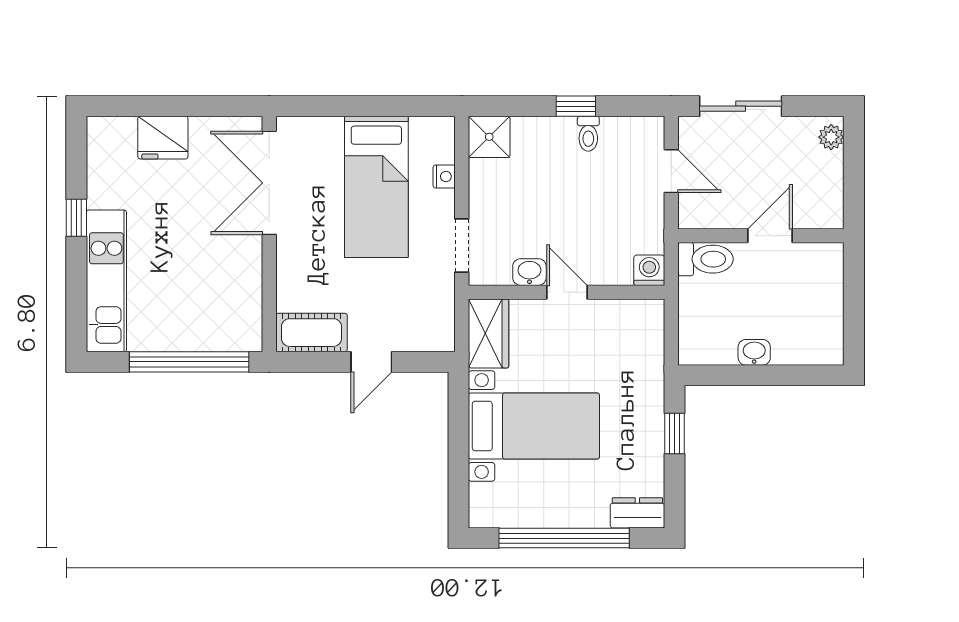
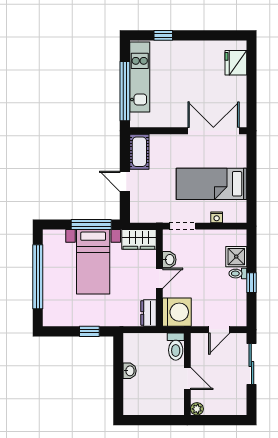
toilet: (588, 134) -> (238, 274), moved
shower: (489, 137) -> (236, 257), moved
plant: (831, 137) -> (197, 409), moved
fridge: (163, 138) -> (236, 63), moved
window: (76, 218) -> (163, 35), moved
washing machine: (649, 270) -> (177, 312), width x1.89, depth x1.89
kitchen unit: (106, 281) -> (140, 77), moved, turned -90
window: (459, 430) -> (91, 224), added
dresser: (637, 513) -> (149, 313), moved, turned 180

